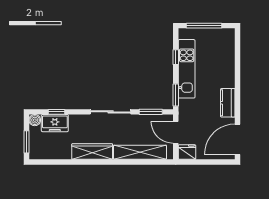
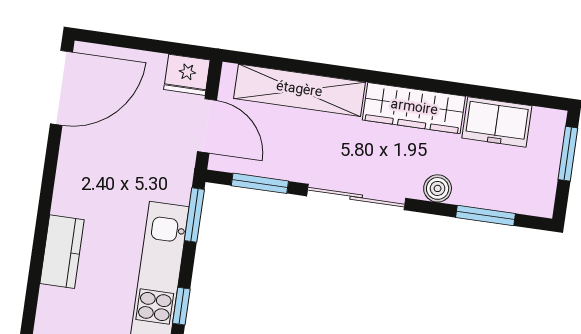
kitchen counter: (228, 103) -> (62, 252), moved
window: (57, 112) -> (486, 215), width x1.50
boiler: (35, 120) -> (438, 188), moved
freezer: (55, 123) -> (497, 122), moved, turned 180

